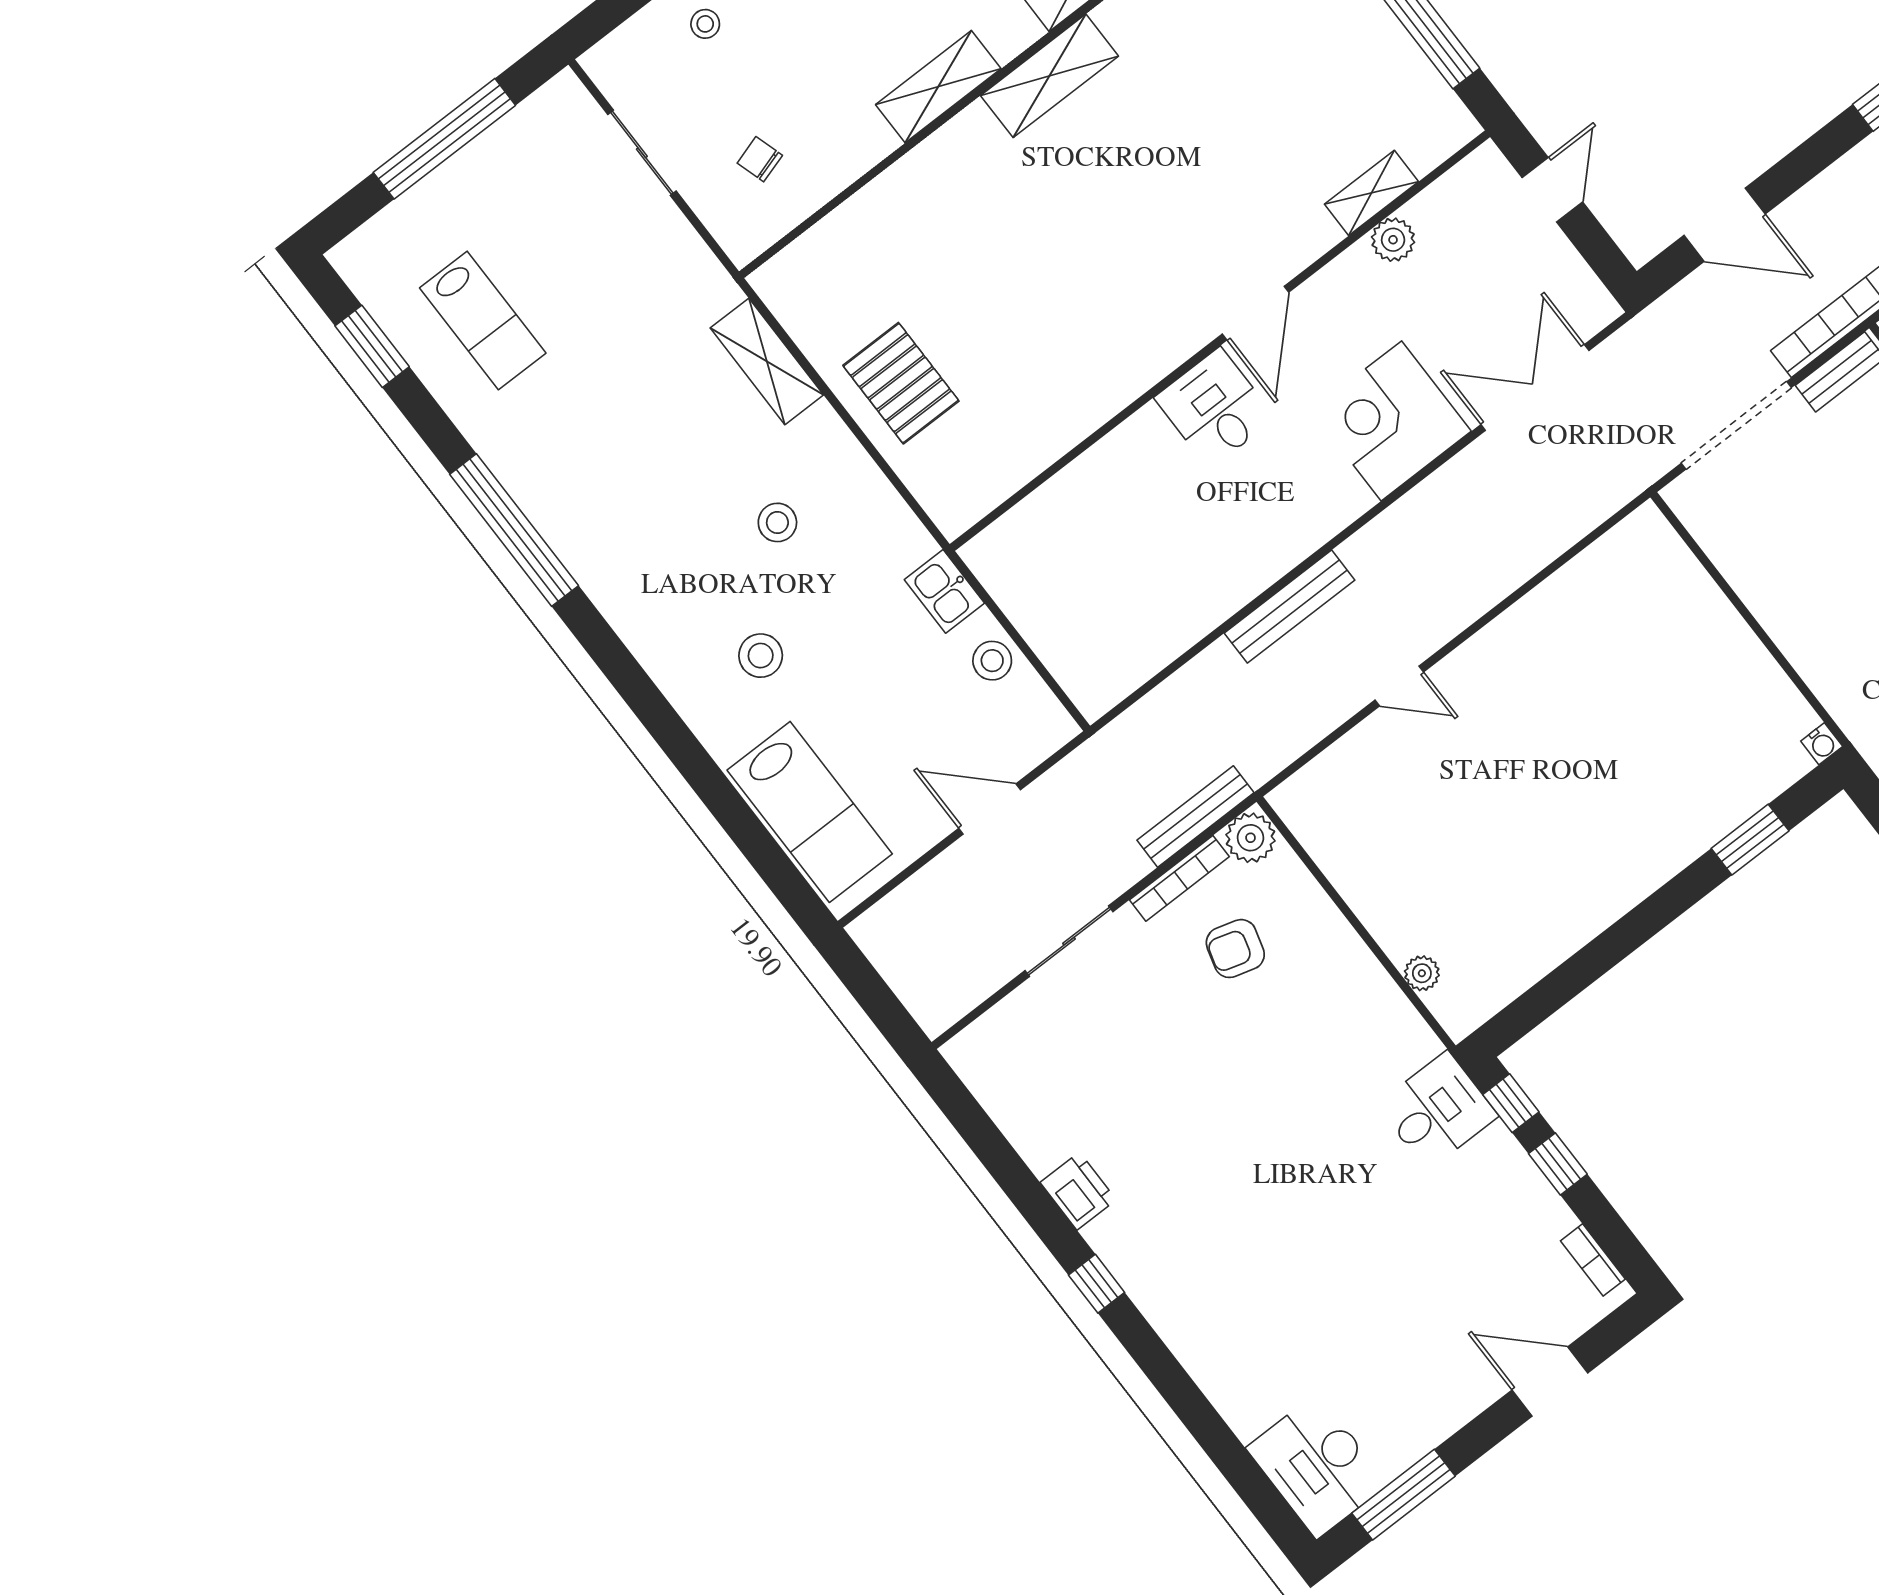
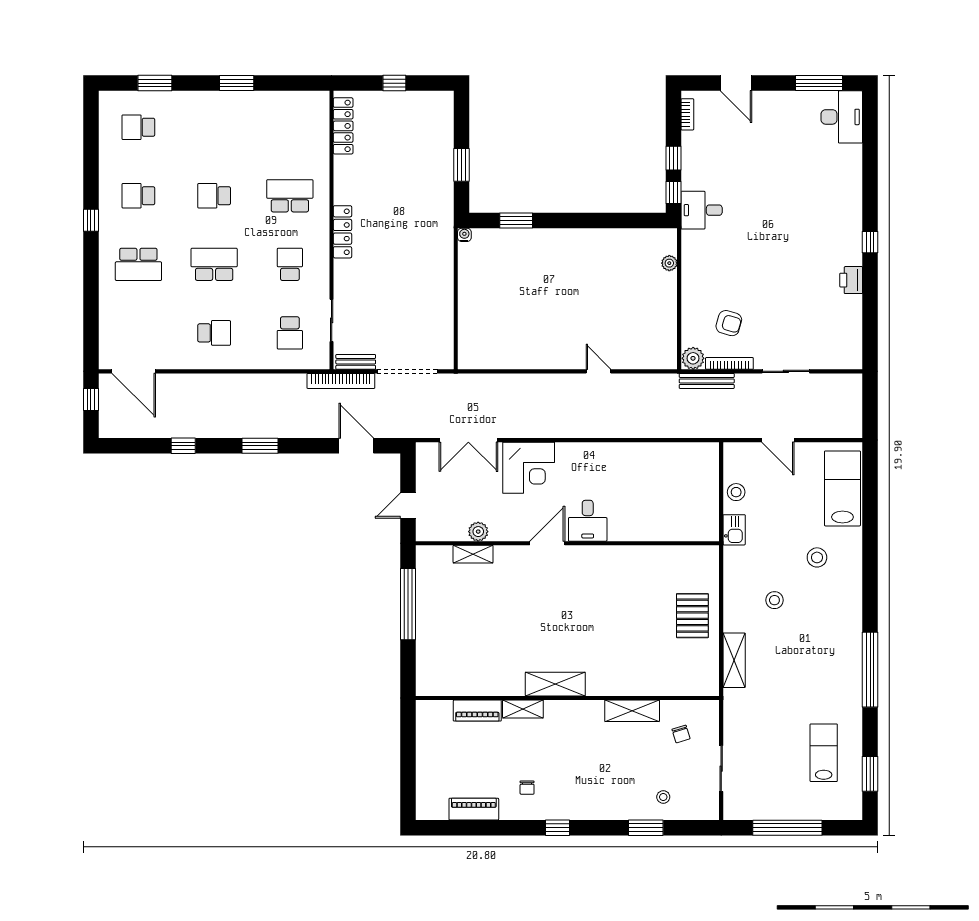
shelving: (938, 87) -> (632, 711), moved
bench: (1290, 607) -> (616, 430), removed

